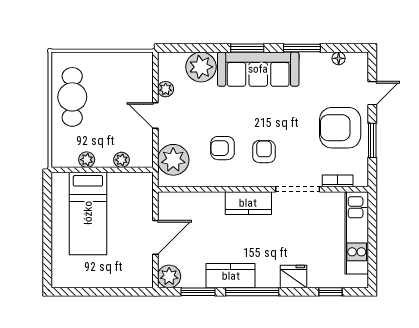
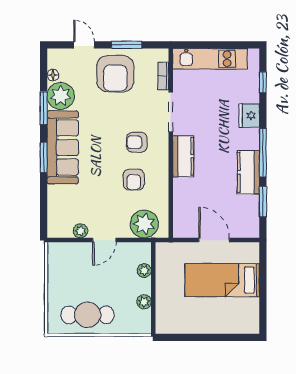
plant: (201, 67) -> (61, 96), moved
bed: (88, 213) -> (222, 280), moved, turned 180
plant: (169, 276) -> (249, 228), removed

